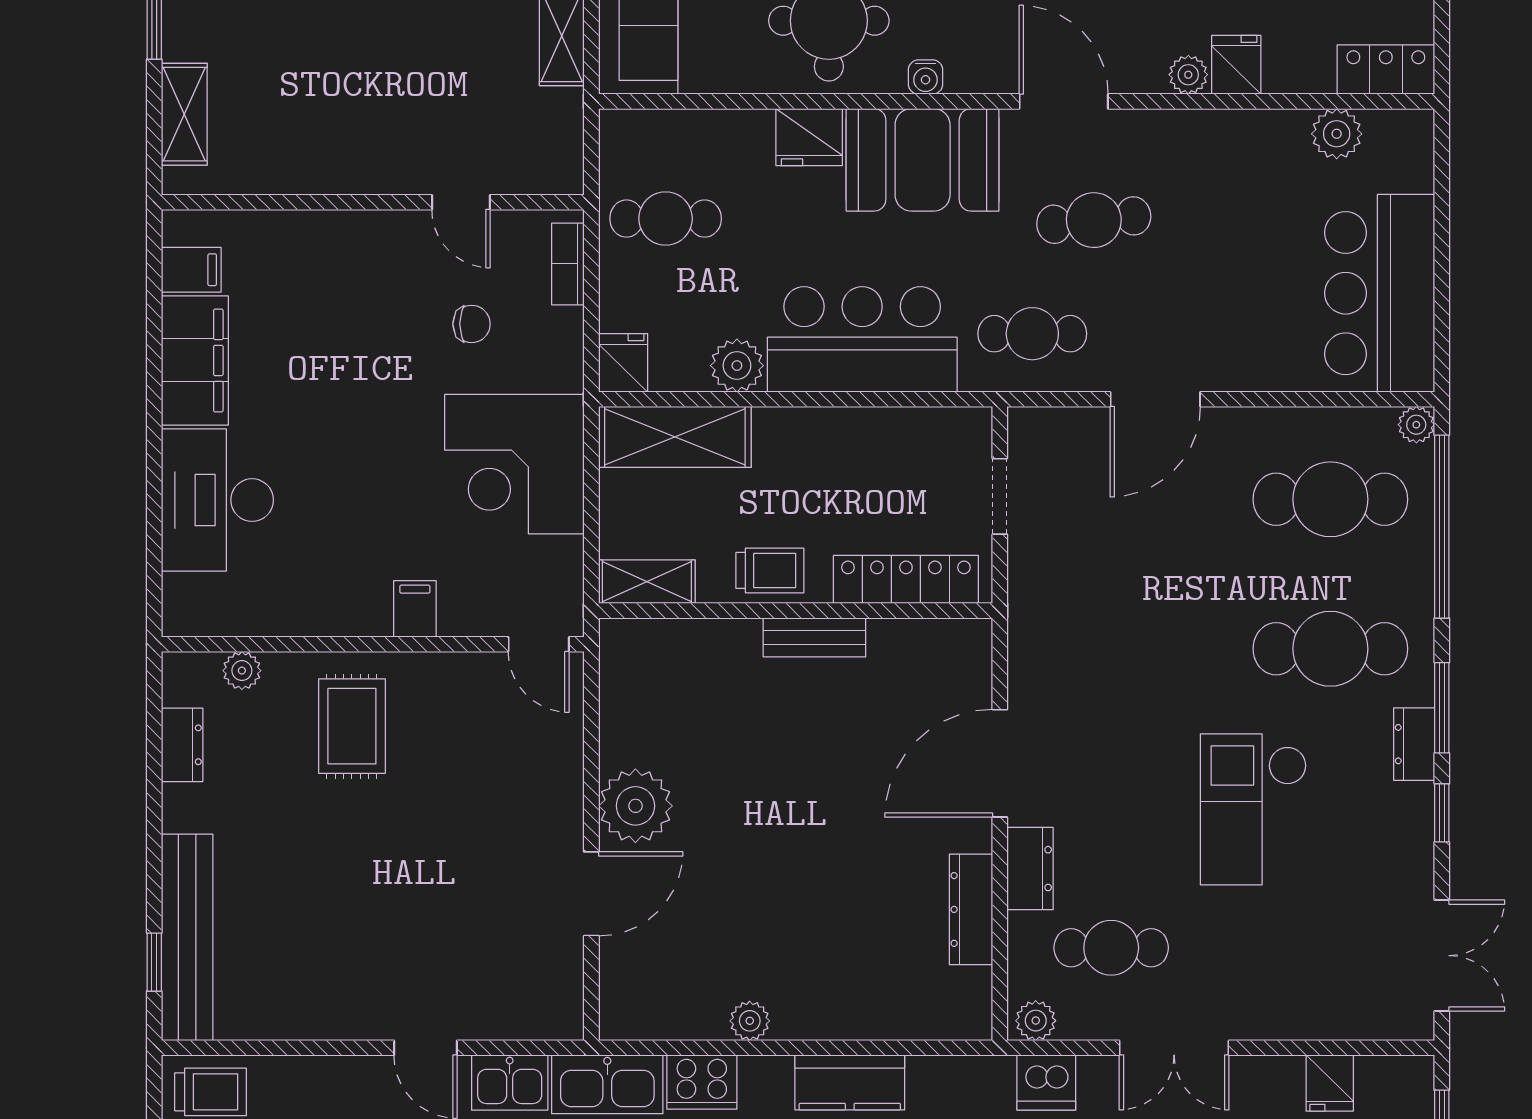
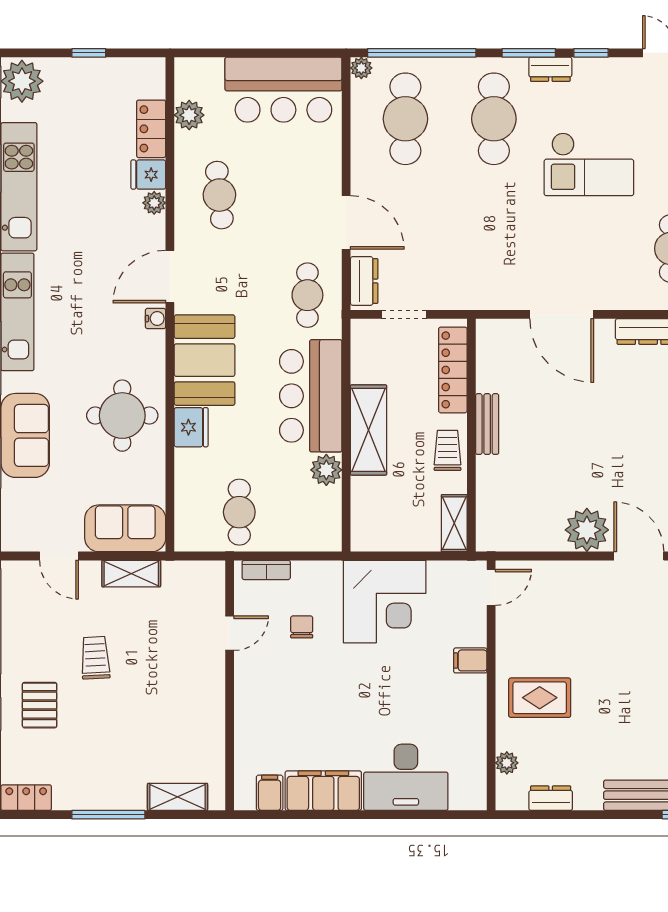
locker: (1386, 70) -> (151, 129), moved
water cooler: (926, 77) -> (156, 319), moved
cafe table: (1094, 220) -> (219, 195), moved
fridge: (623, 363) -> (325, 537), removed
shelving: (675, 437) -> (369, 430), moved
dresser: (1030, 869) -> (364, 281), moved, turned 90

